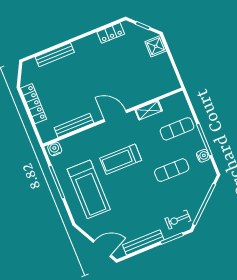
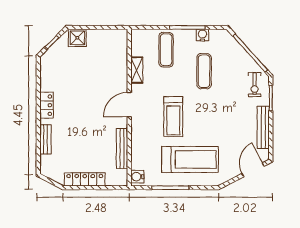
locker: (111, 33) -> (47, 105), moved
bench: (55, 55) -> (46, 139), width x0.73

